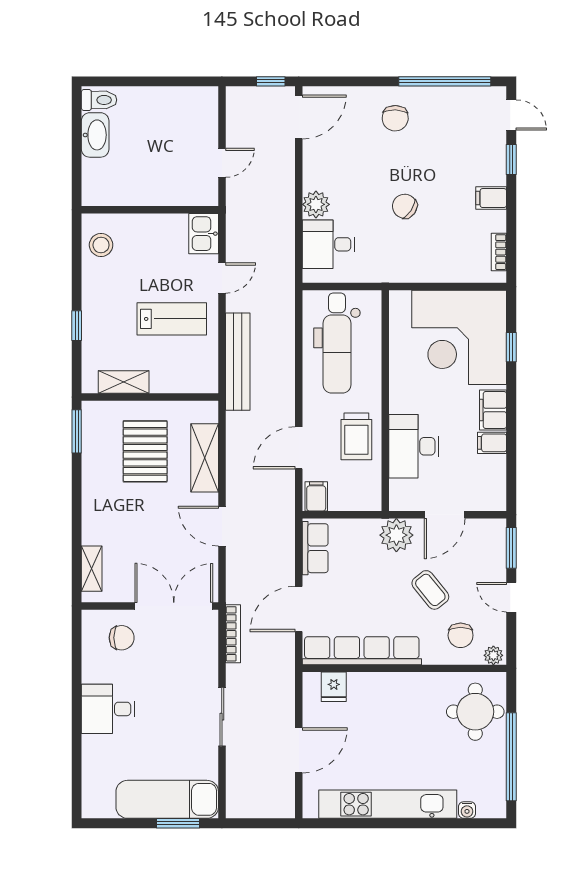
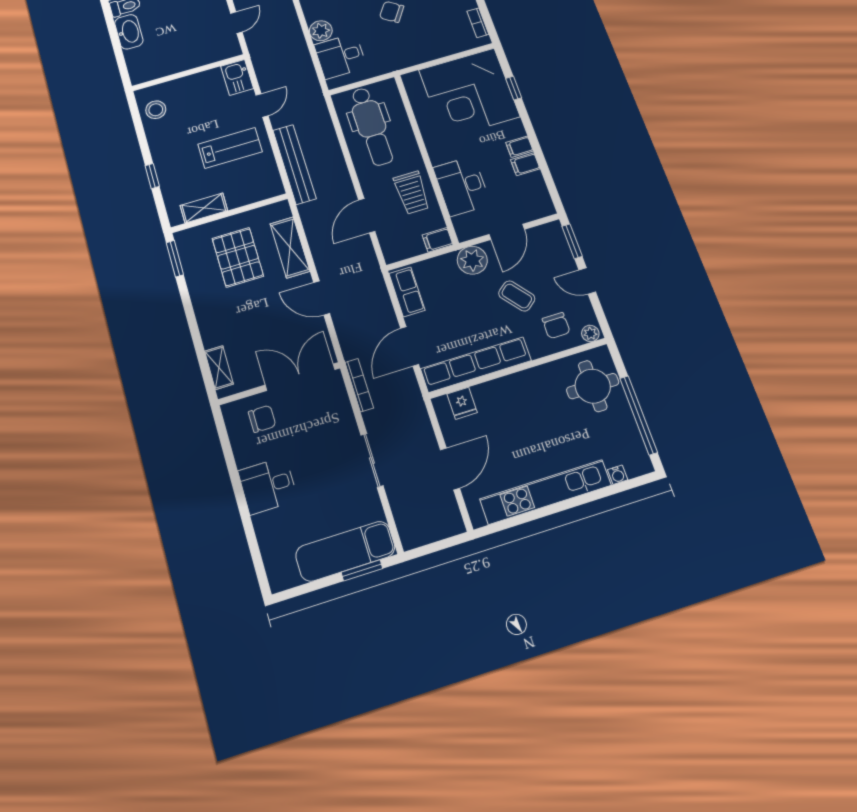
filing cabinet: (493, 410) -> (519, 147), width x0.50
filing cabinet: (316, 496) -> (438, 240), moved, turned -90

